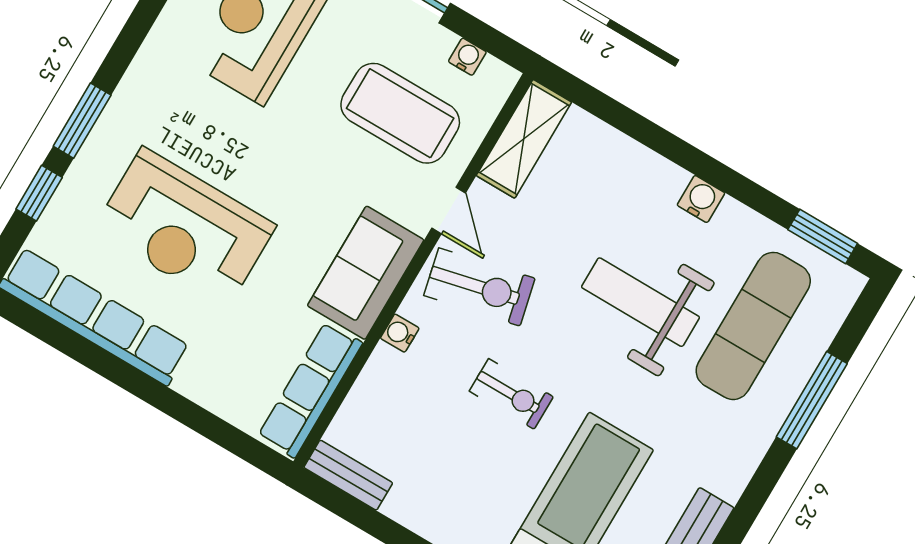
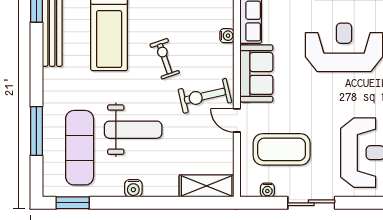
shelving: (524, 139) -> (207, 186), moved, turned 90
water cooler: (400, 333) -> (227, 36), moved
exercise bike: (511, 394) -> (165, 59), turned 71

